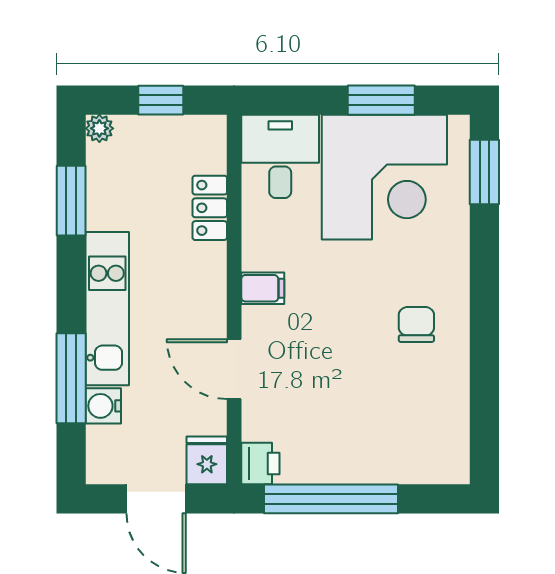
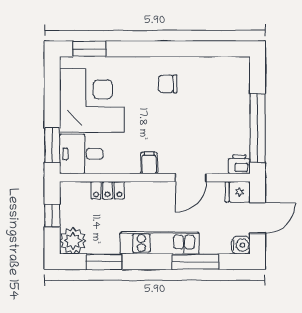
window: (381, 100) -> (52, 145), moved
plant: (99, 128) -> (73, 241), width x1.88, depth x1.88
water cooler: (103, 406) -> (241, 245), moved, turned -90

